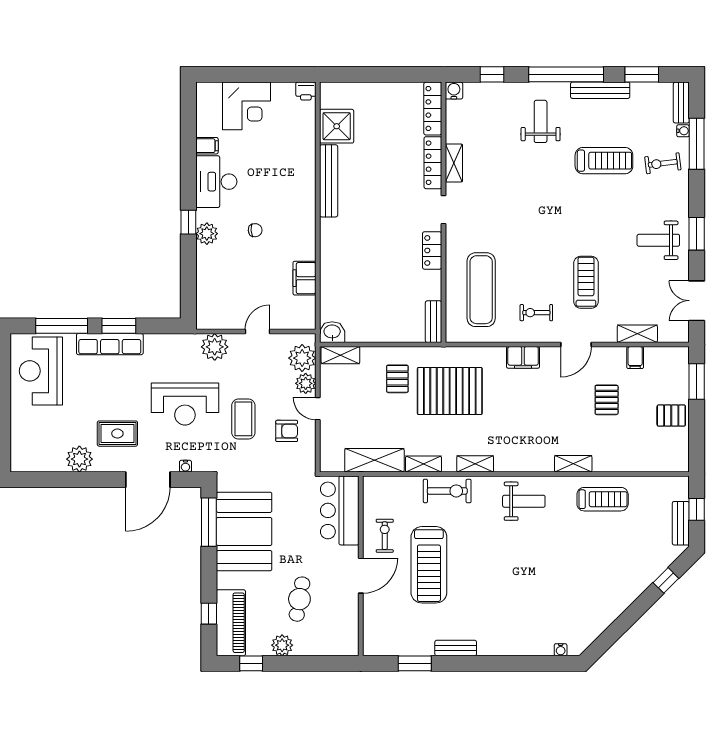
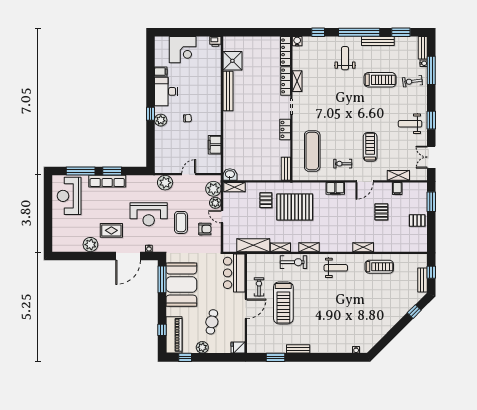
fridge: (347, 646) -> (238, 348), added

